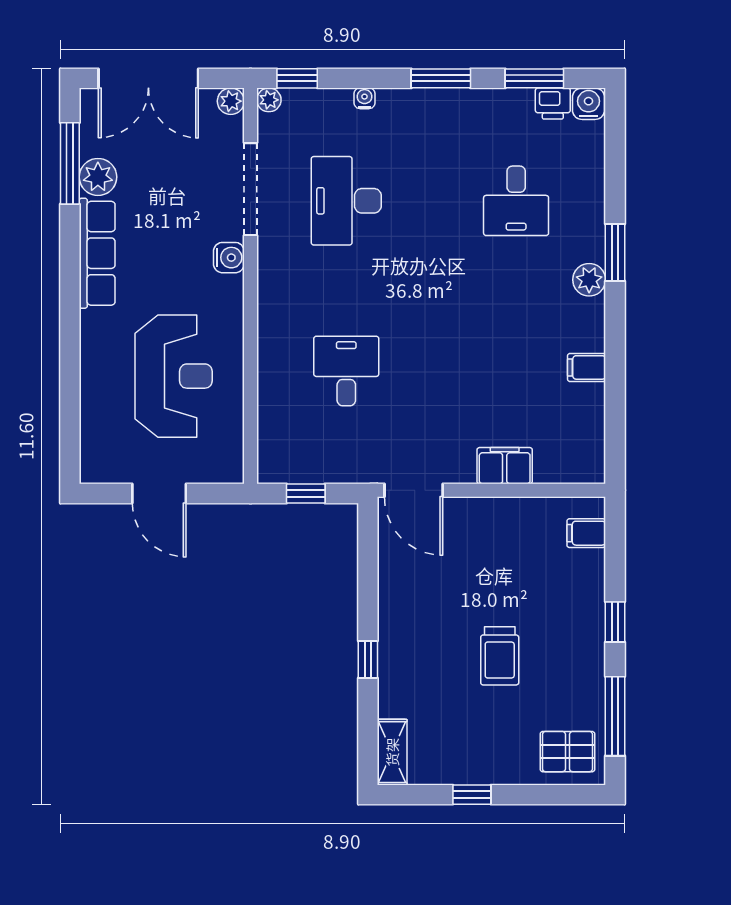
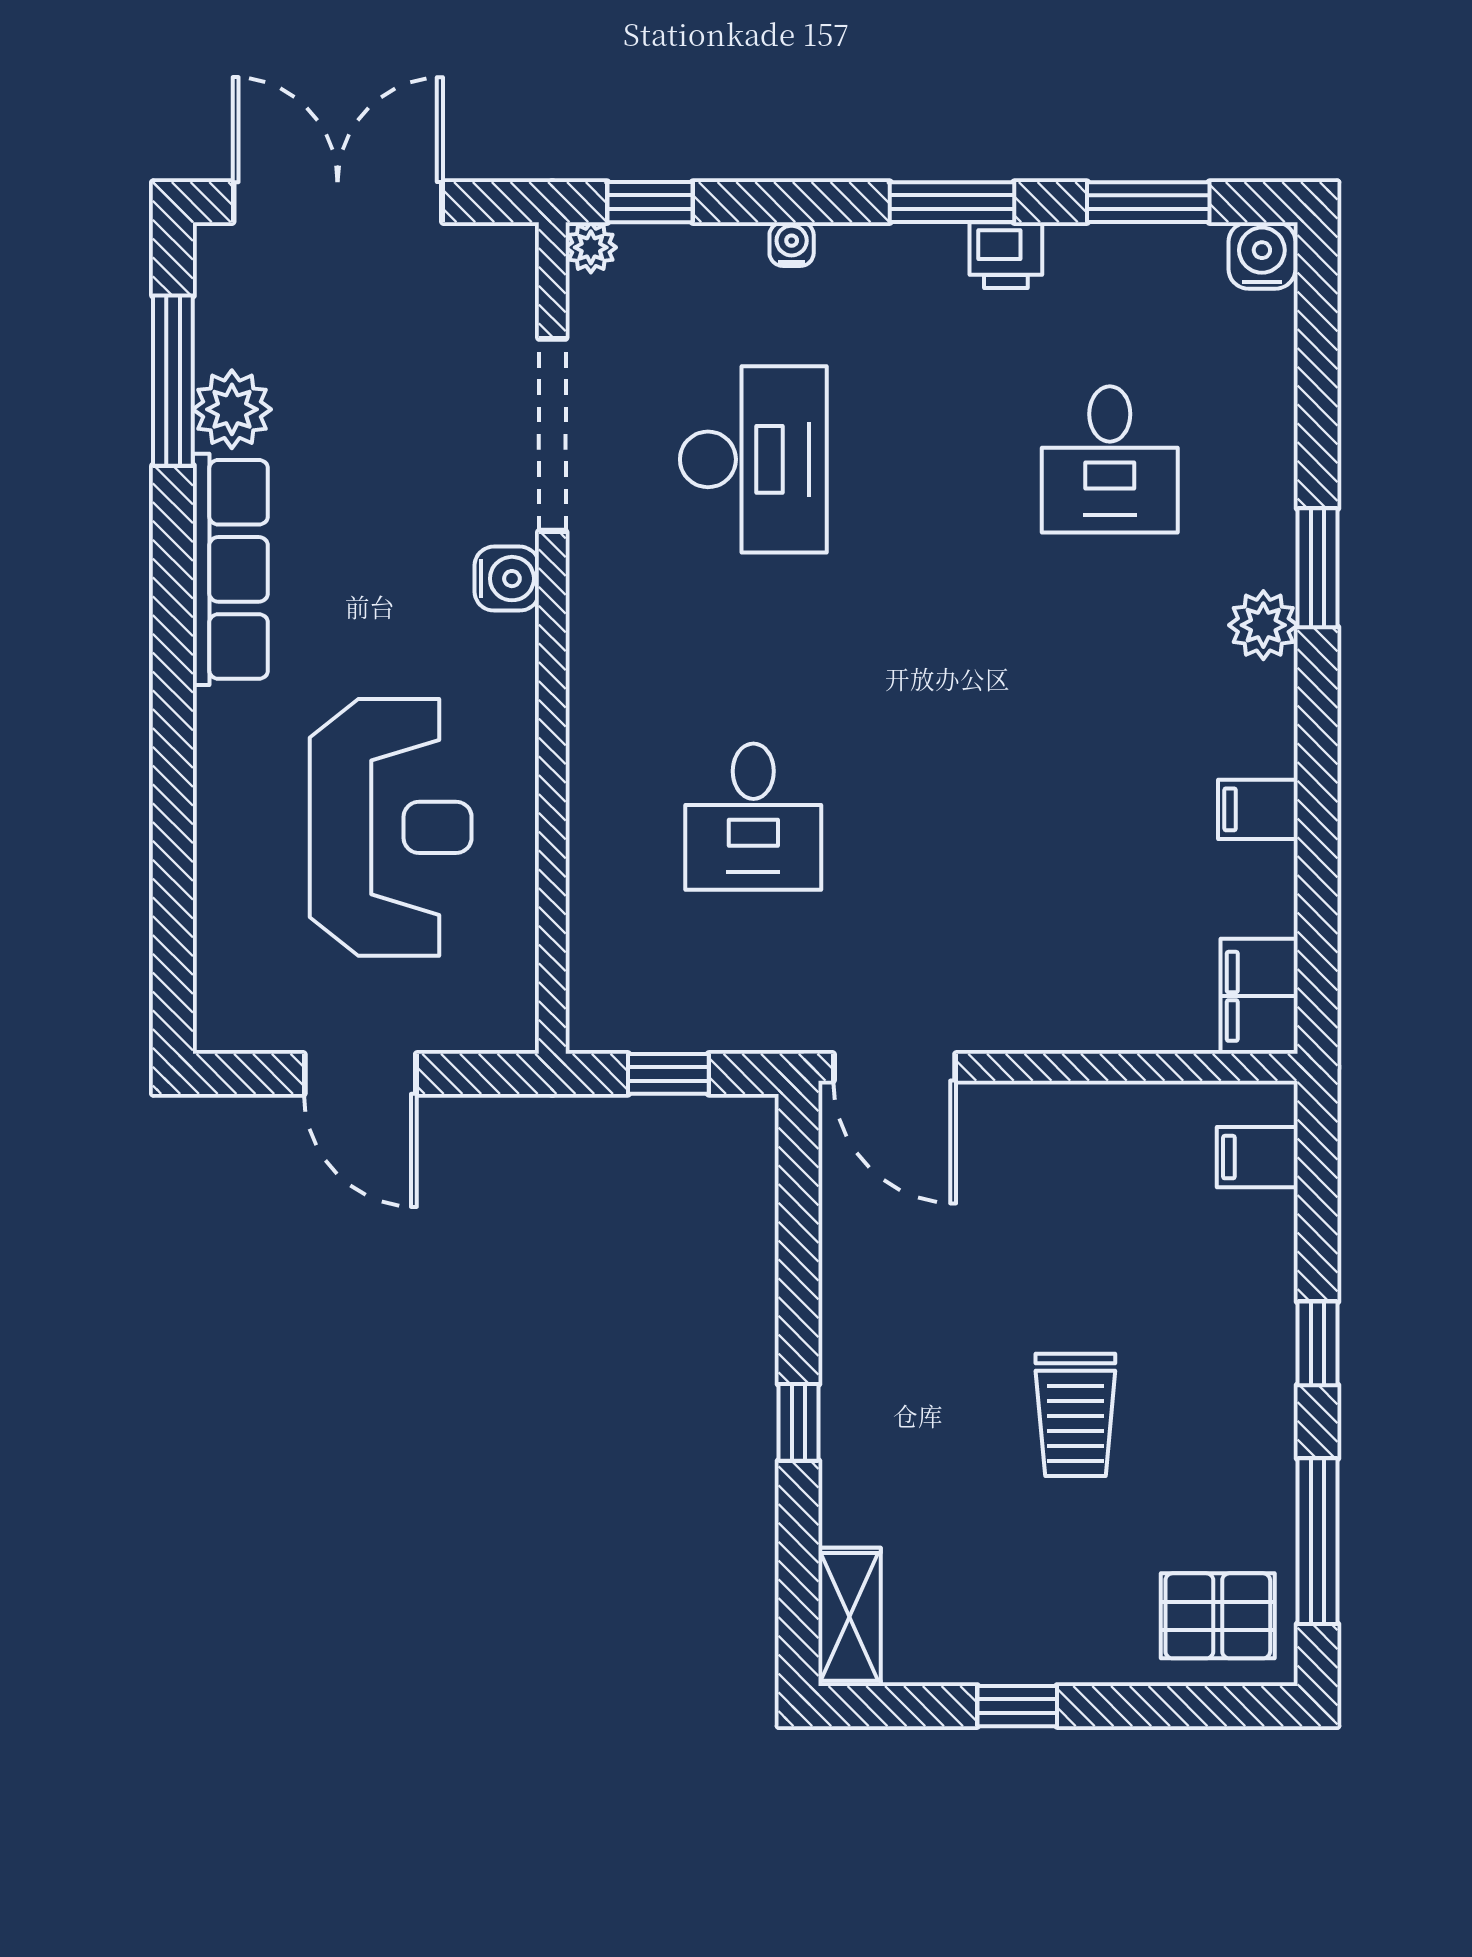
double door: (148, 78) -> (338, 202), swing flipped
plant: (231, 101) -> (511, 250), removed
printer: (553, 104) -> (1006, 255), moved
desk: (346, 201) -> (753, 459), turned 180
desk: (346, 371) -> (753, 817), turned 180
filing cabinet: (505, 466) -> (1259, 996), moved, turned -90

